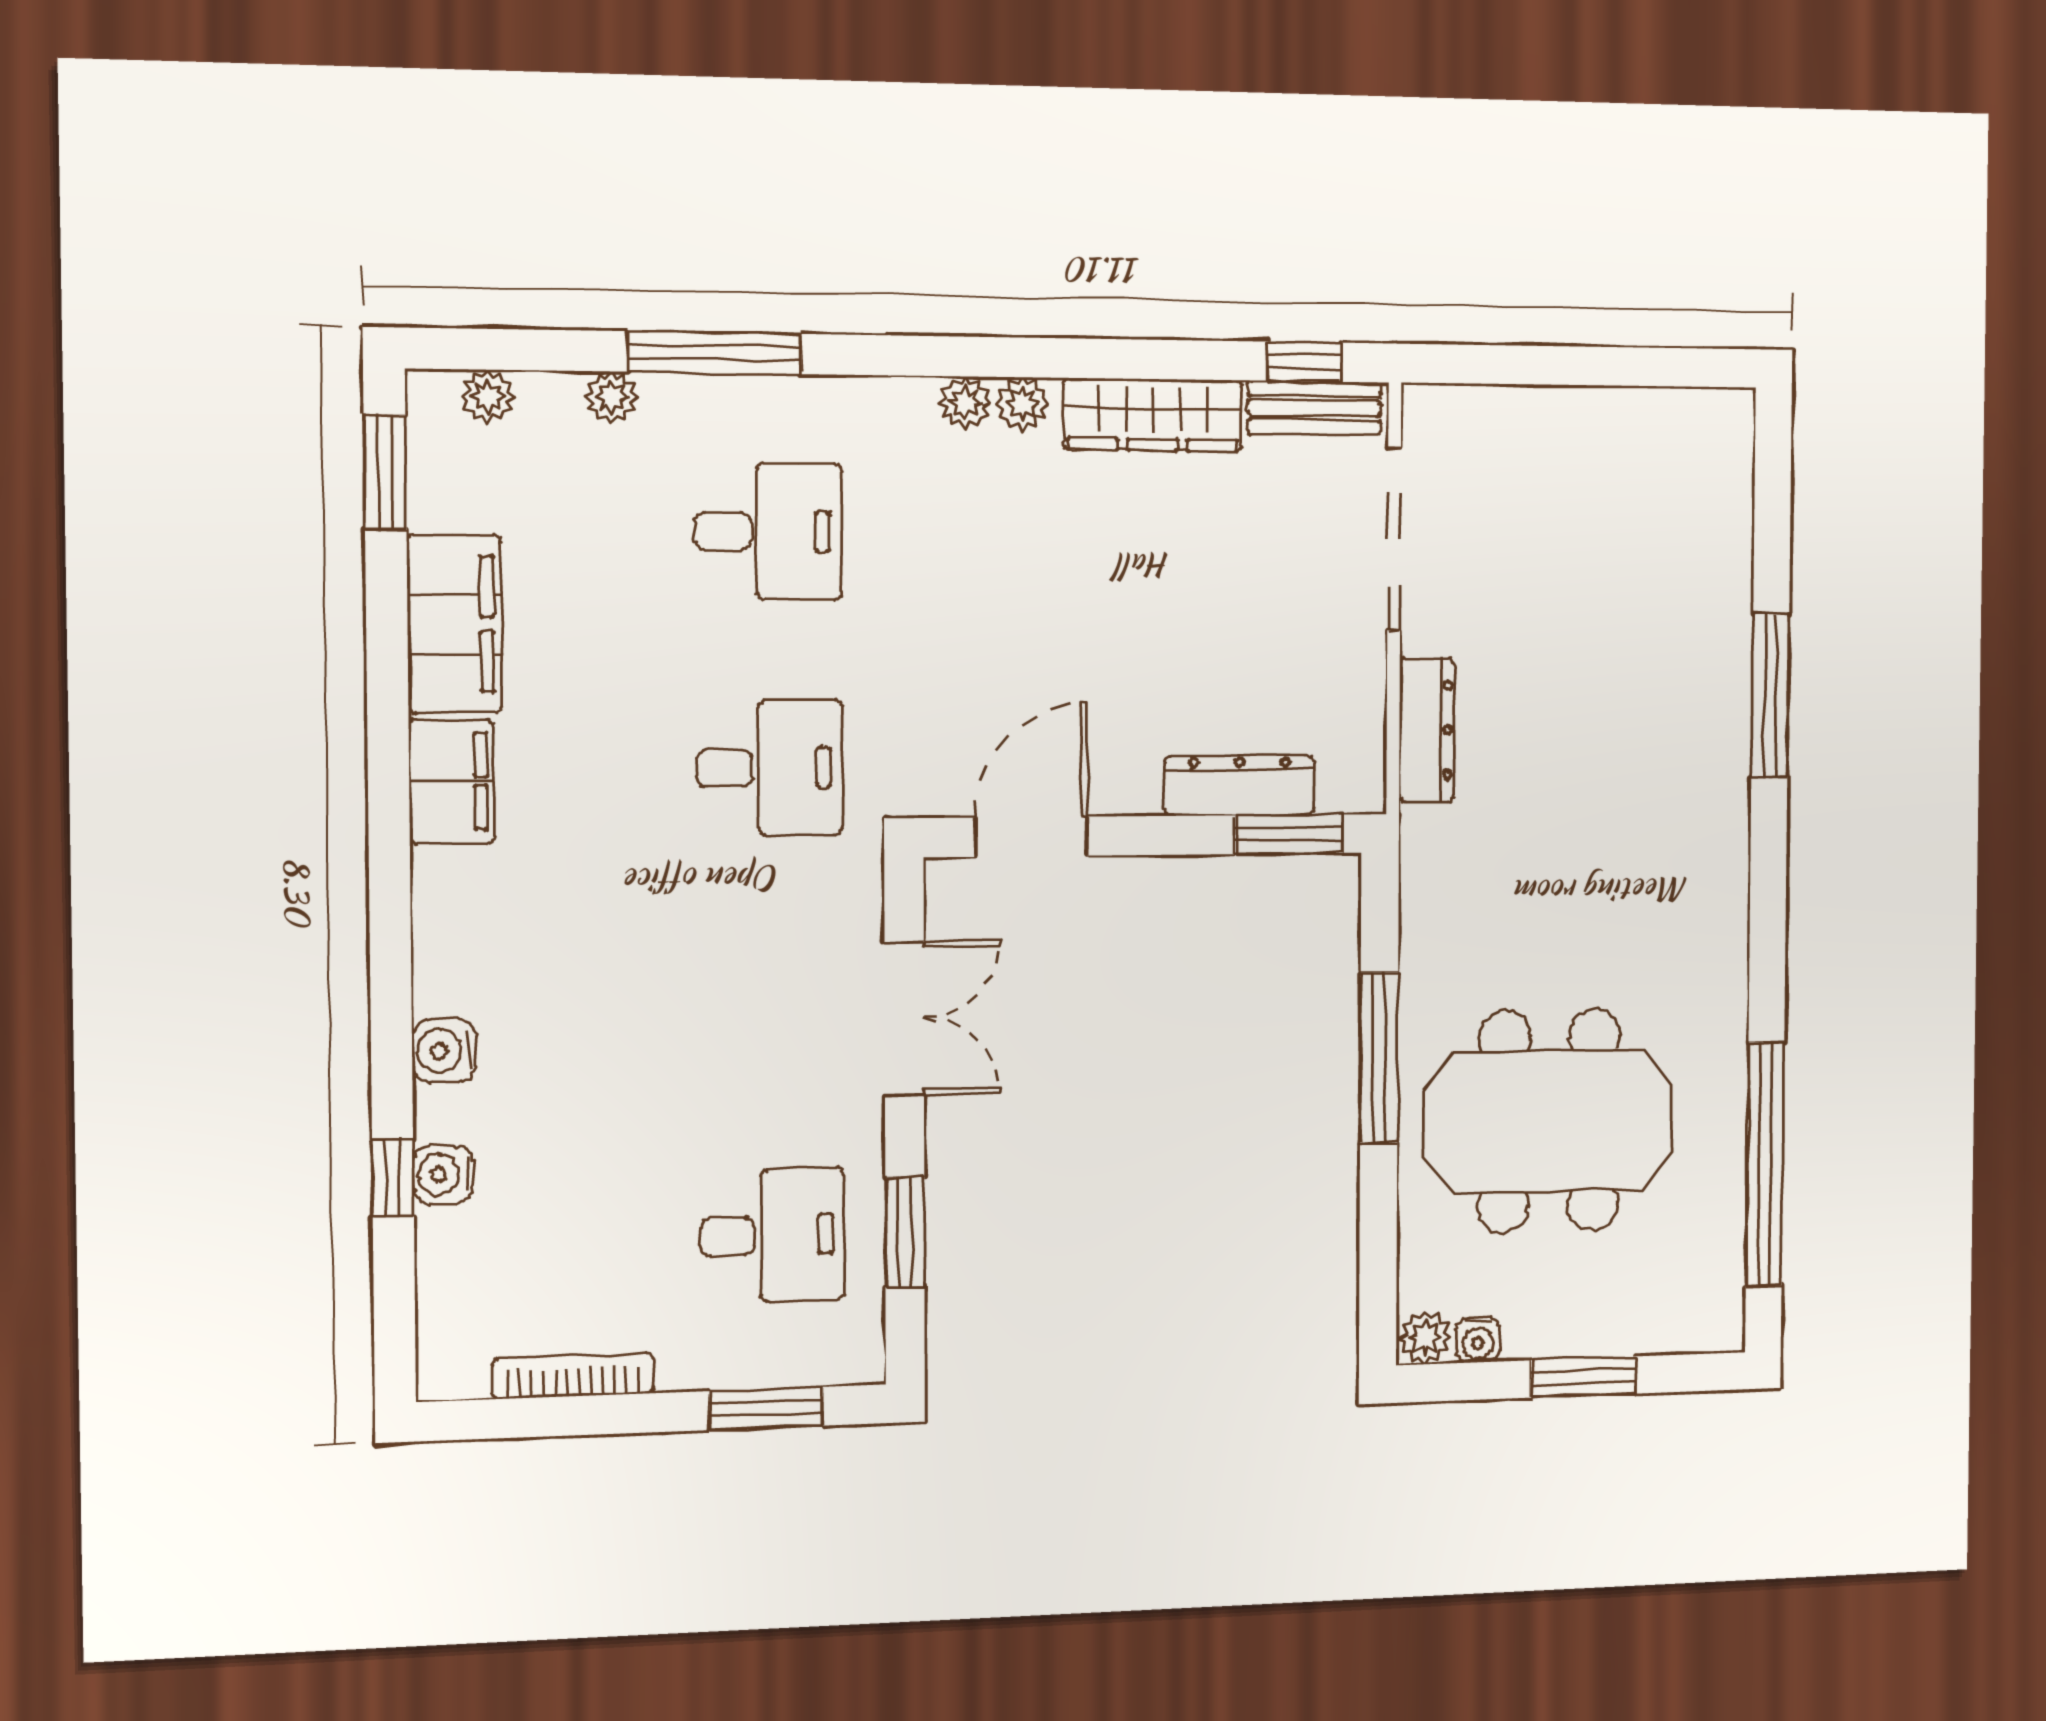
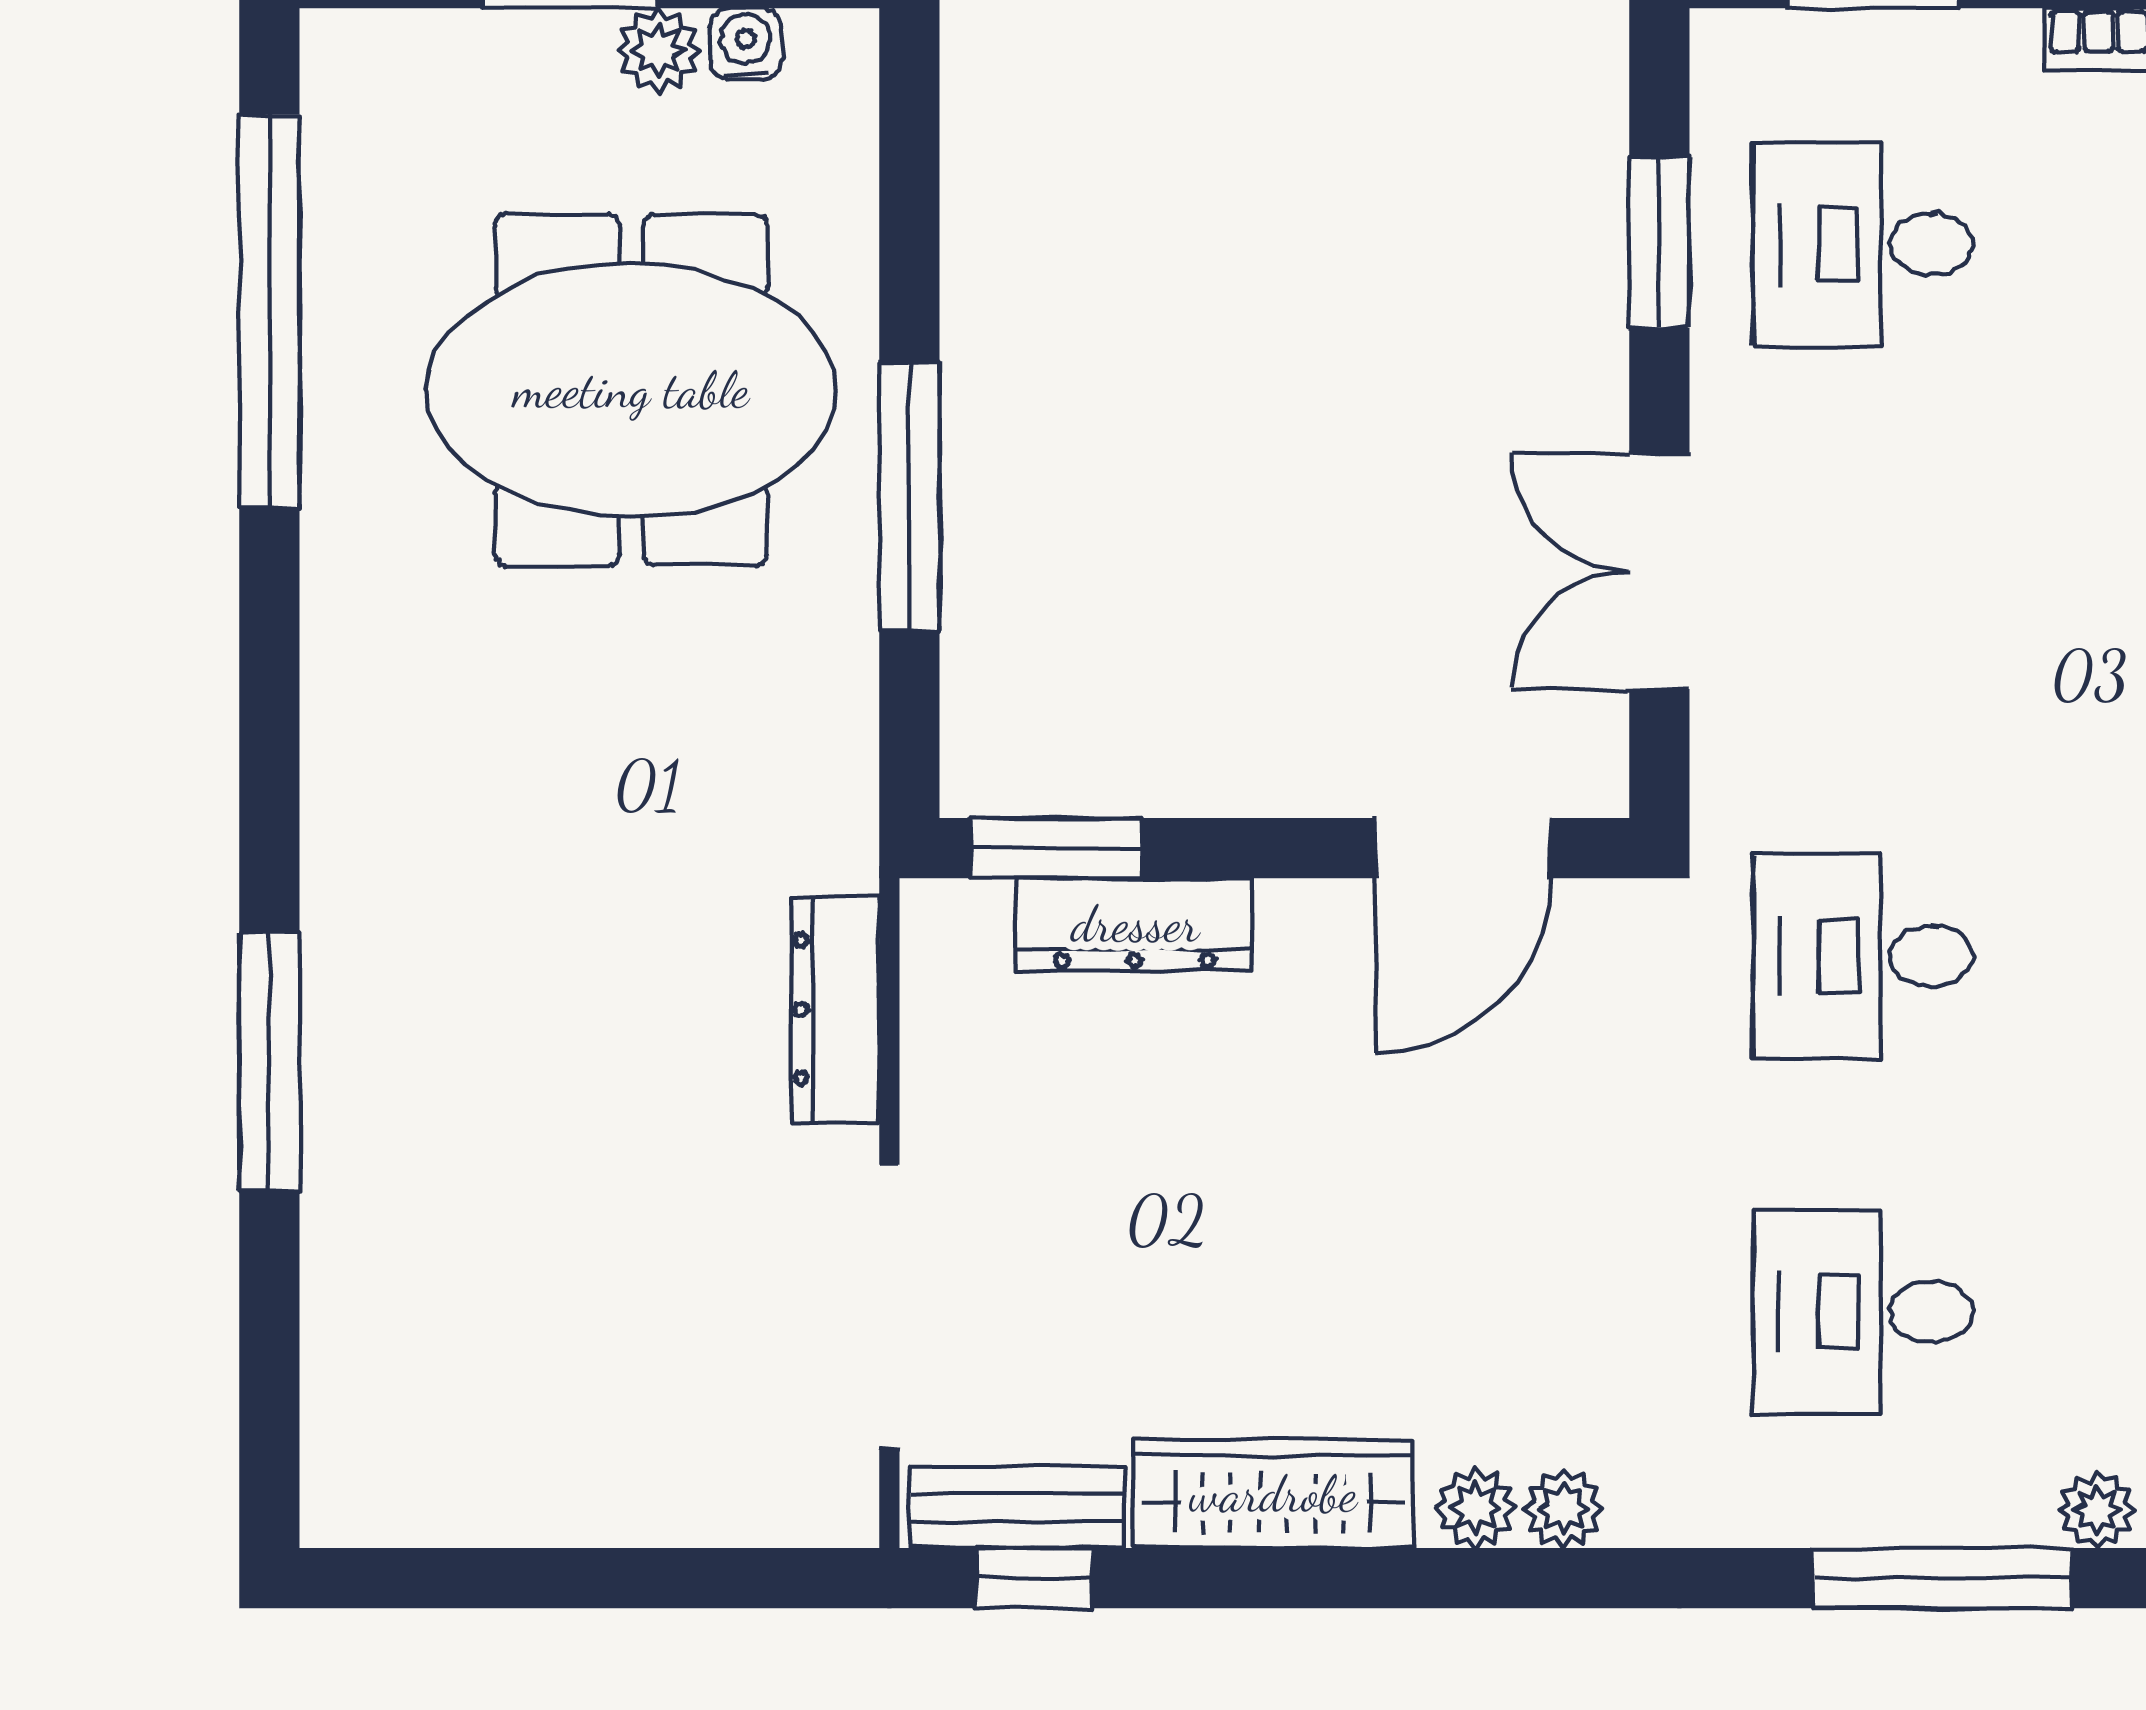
plant: (1425, 1338) -> (659, 50), moved

